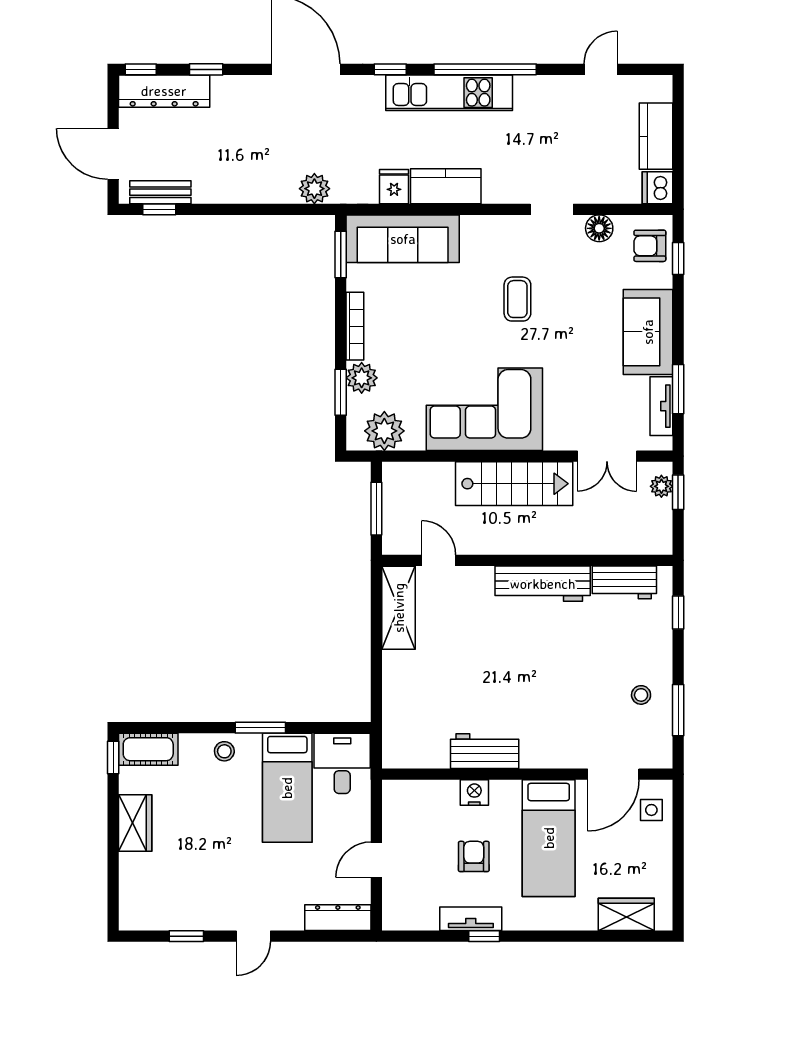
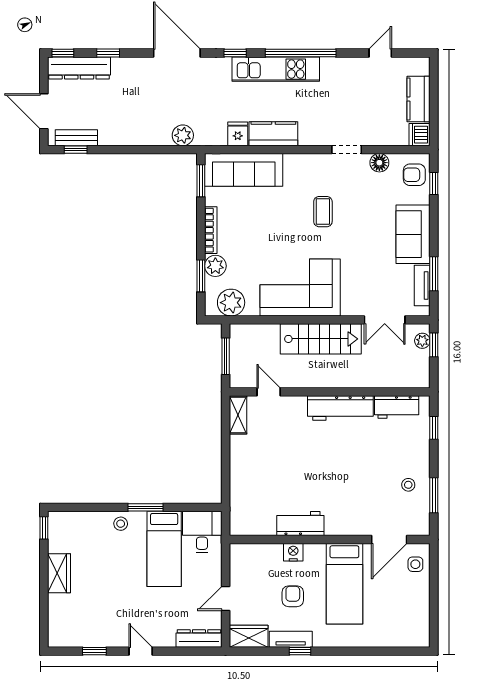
shelving: (399, 608) -> (238, 415), width x0.67, depth x0.75
cot: (148, 749) -> (68, 522), removed
wardrobe: (626, 914) -> (249, 636), moved
door: (253, 936) -> (141, 651), swing flipped

